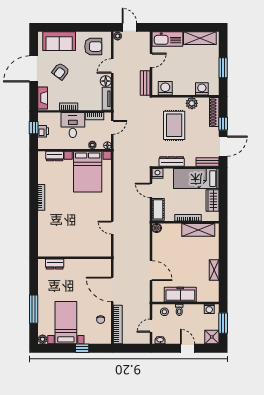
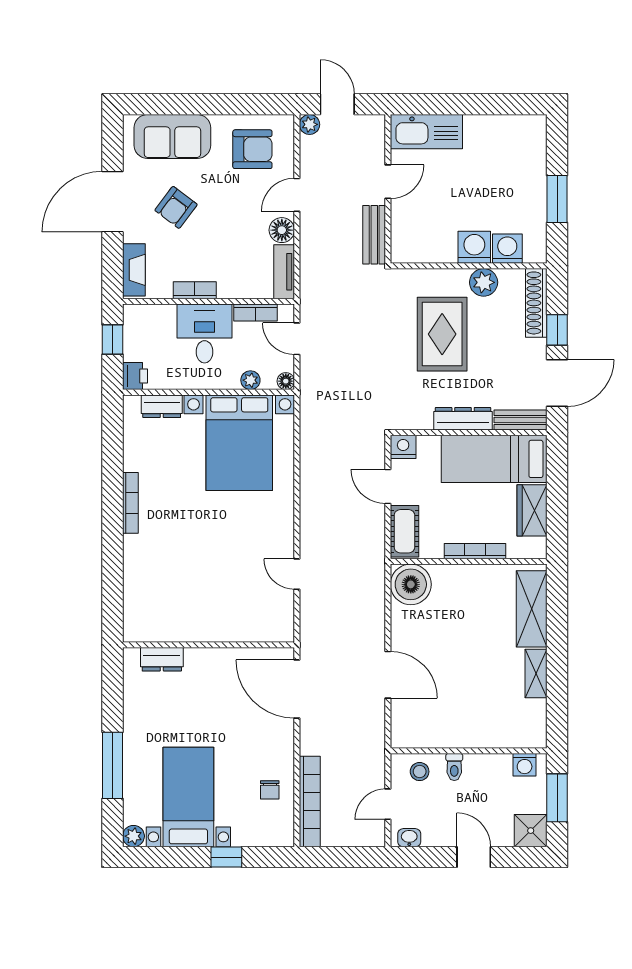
shelving: (200, 38) -> (503, 130), removed
washing machine: (165, 88) -> (474, 247), moved
door: (112, 127) -> (297, 339), swing flipped
printer: (43, 131) -> (135, 376), moved
dresser: (172, 161) -> (463, 419), moved
boiler: (157, 228) -> (411, 584), width x1.86, depth x1.86
shelving: (198, 230) -> (532, 609), moved, turned 90
door: (112, 290) -> (297, 689), moved
freezer: (180, 295) -> (457, 731), removed

